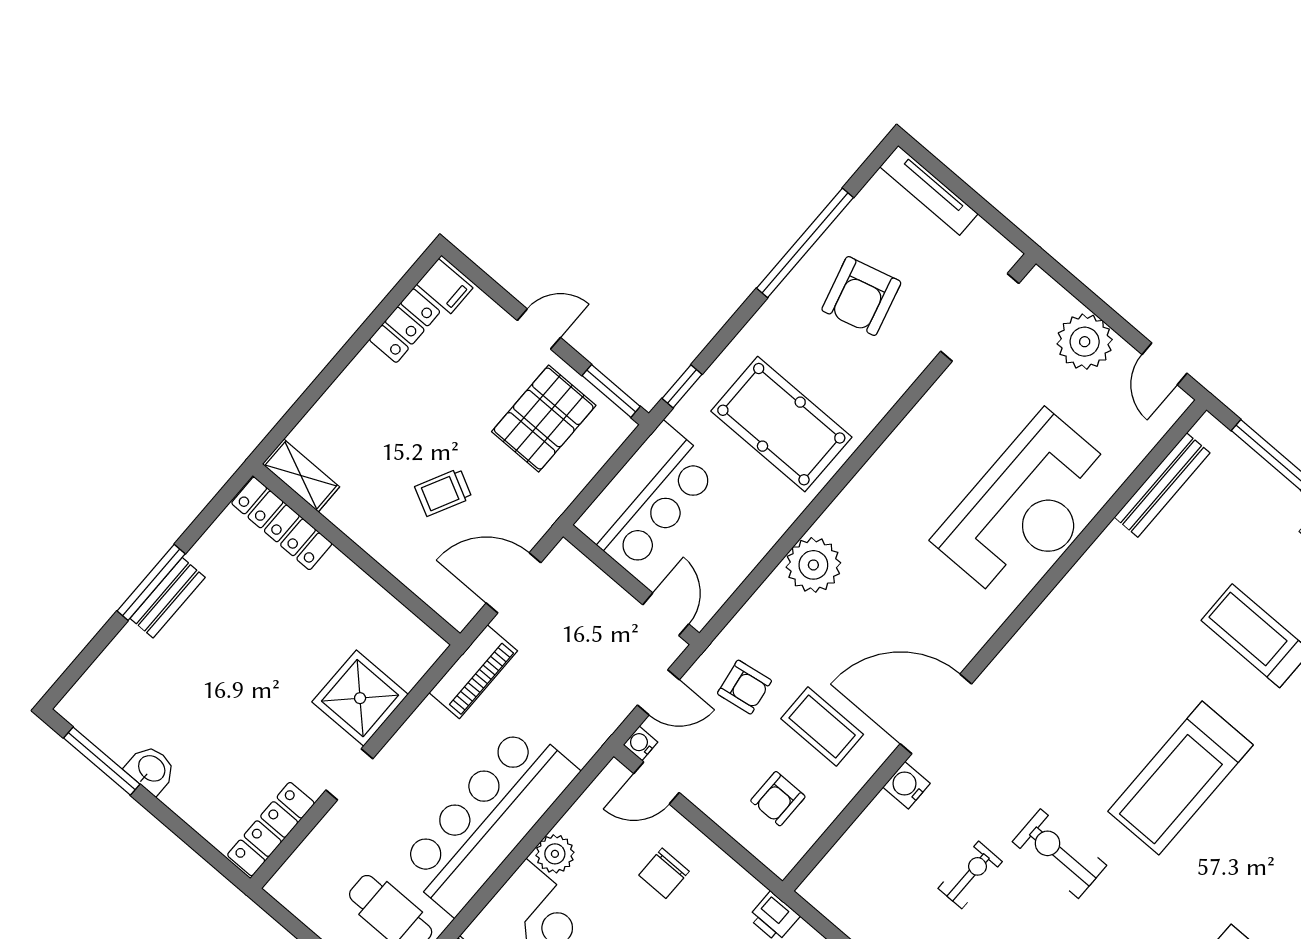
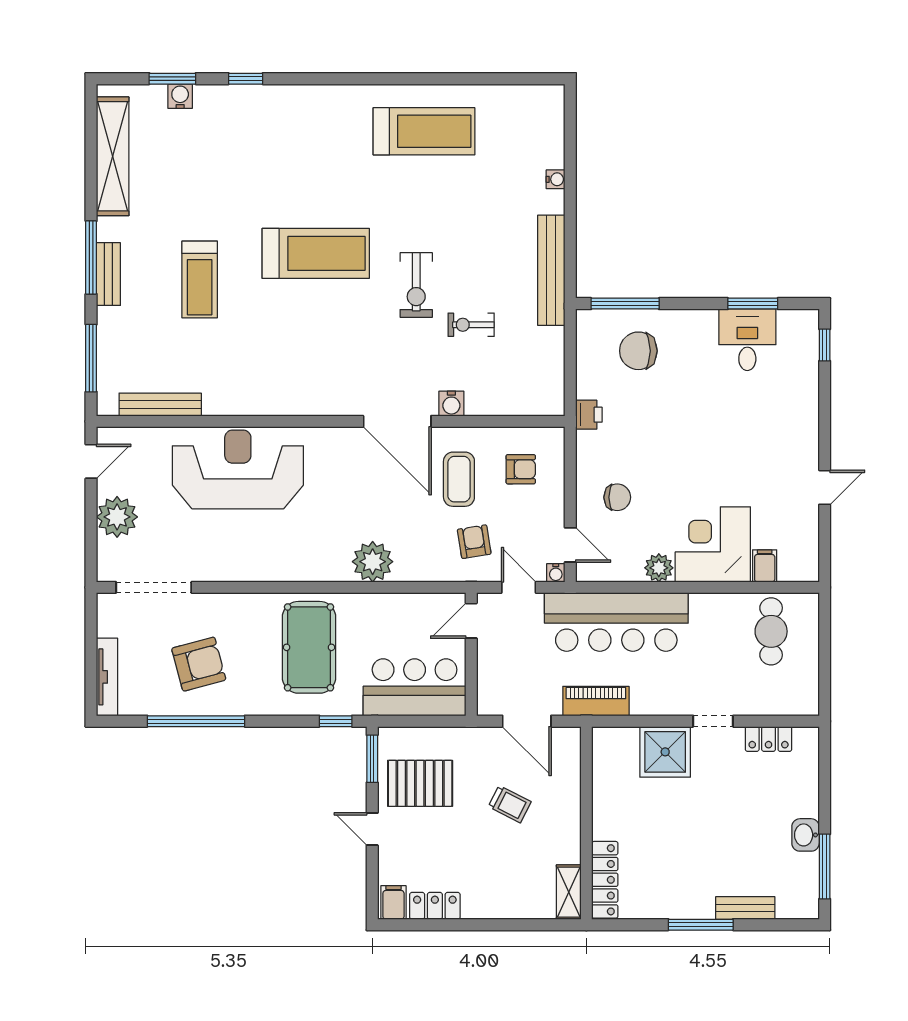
bench: (168, 598) -> (745, 908), moved
bar counter: (488, 819) -> (616, 622), moved
locker: (271, 829) -> (769, 739), width x0.66

